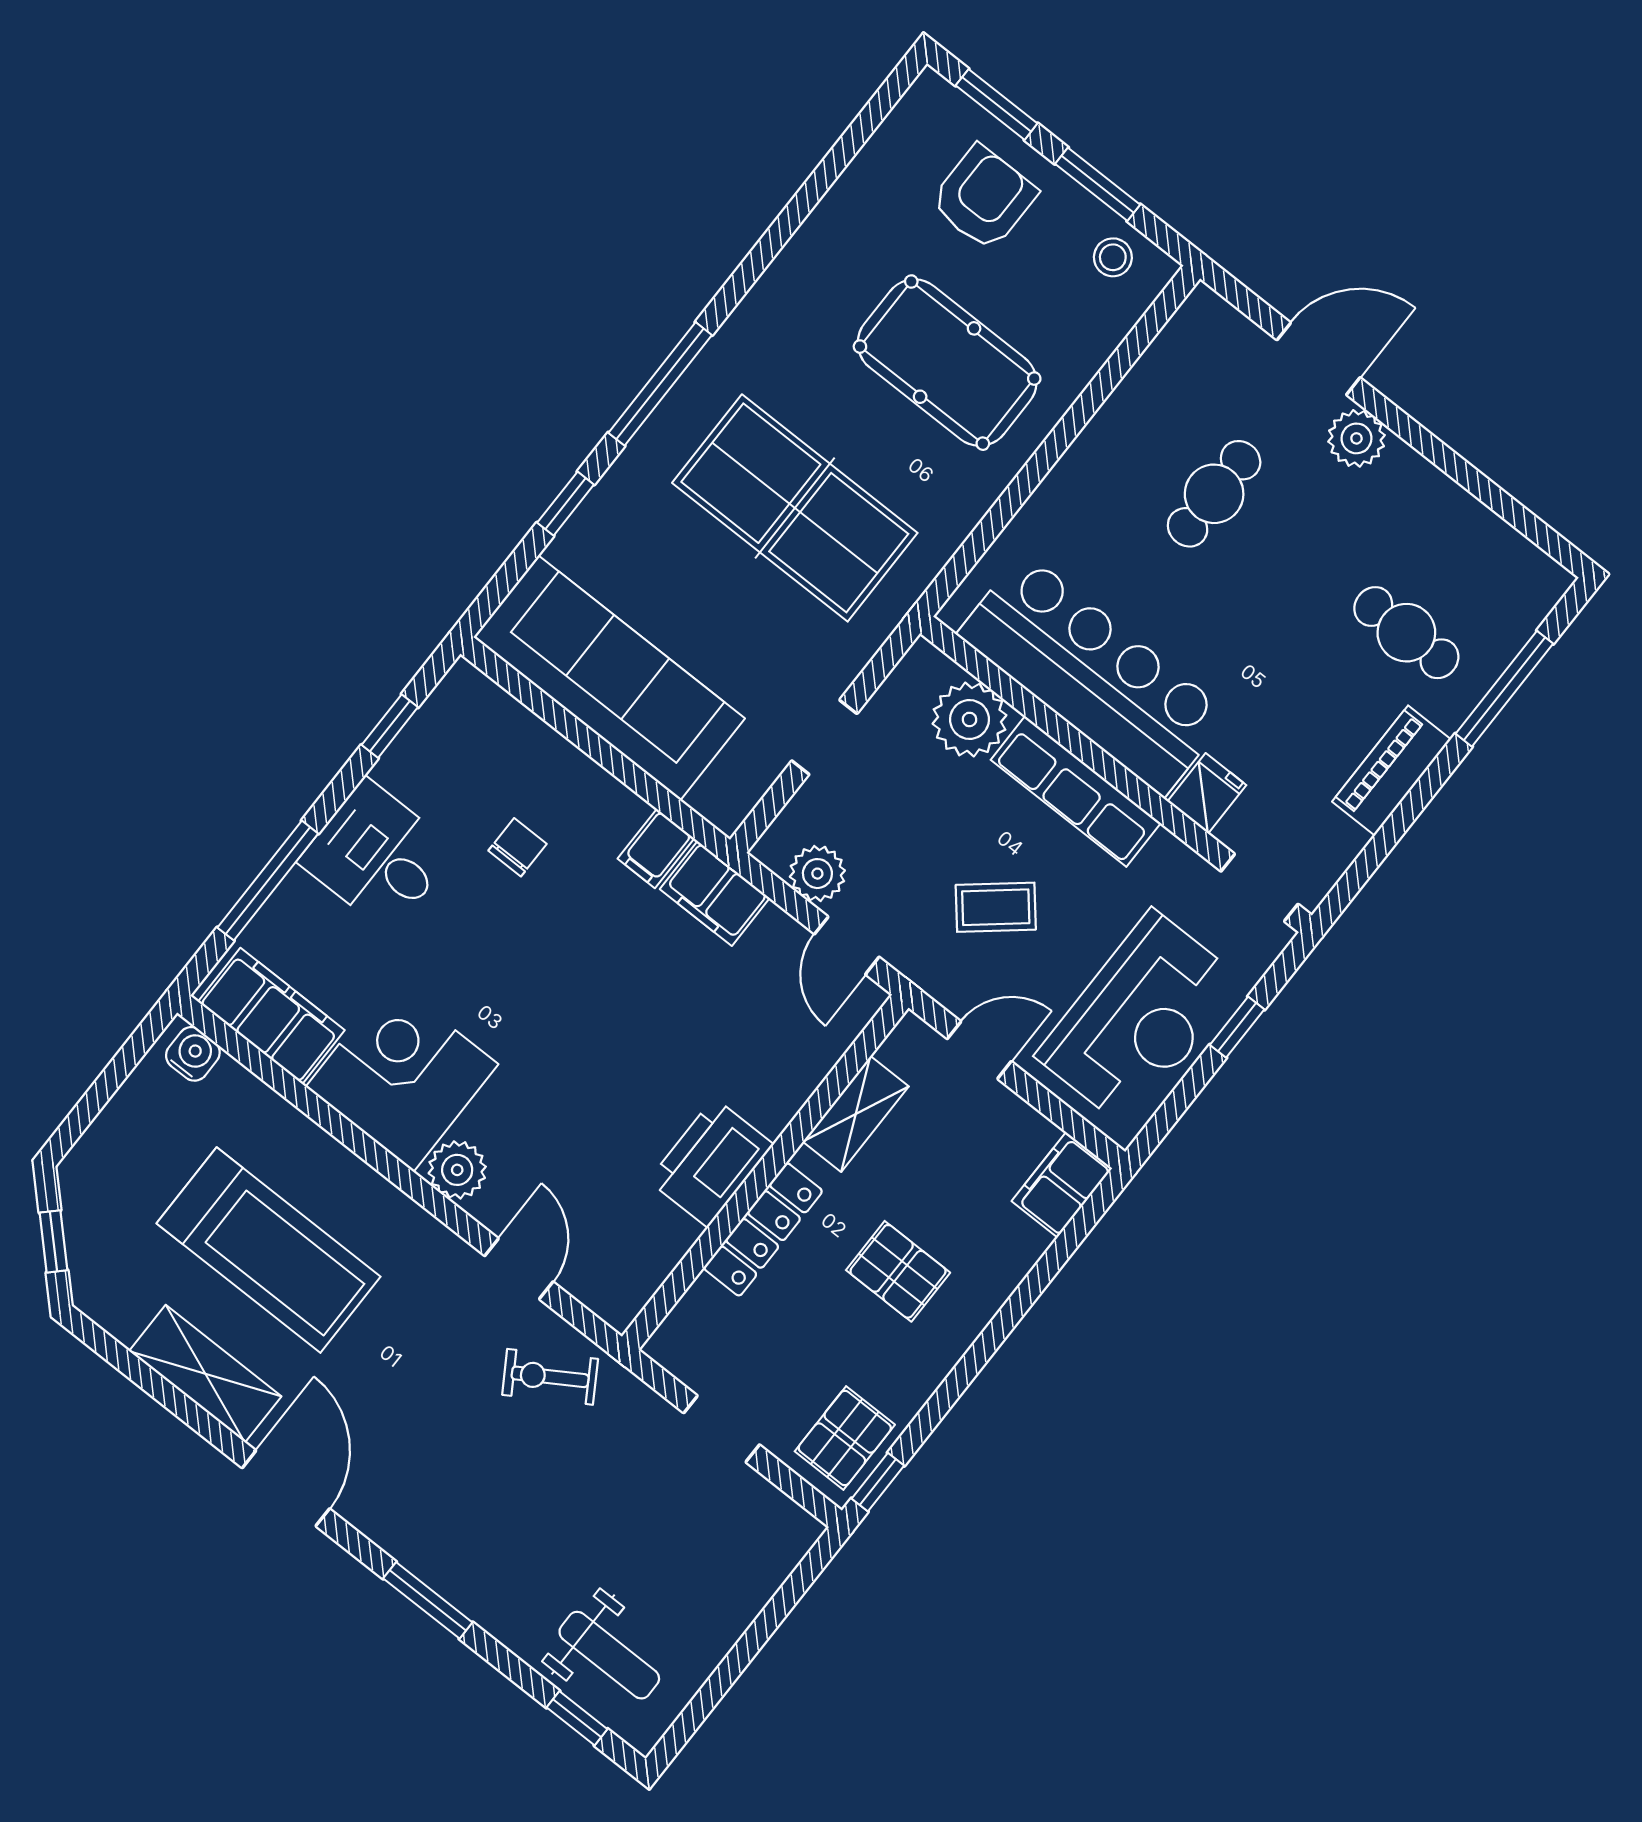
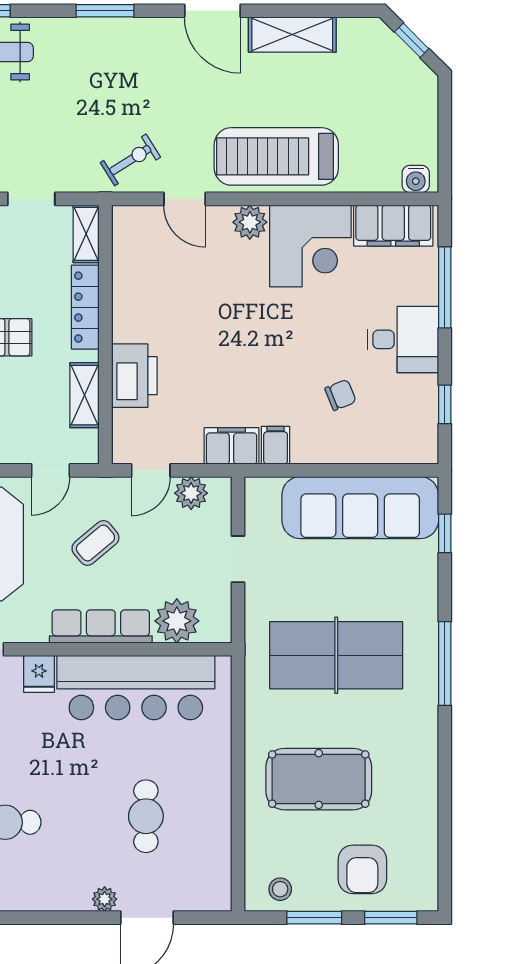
plant: (1356, 438) -> (105, 899), width x0.73, depth x0.73
window: (566, 504) -> (445, 533), moved
chair: (518, 847) -> (341, 395), turned -112
door: (847, 946) -> (151, 470), swing flipped
printer: (711, 1163) -> (134, 376), moved
treadmill: (269, 1250) -> (276, 156), moved
shelving: (685, 1325) -> (86, 234), added

